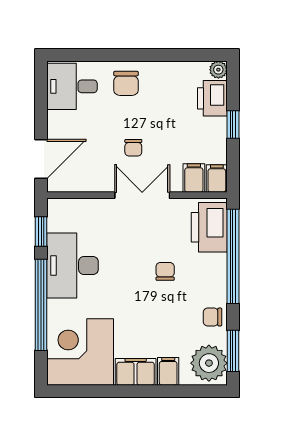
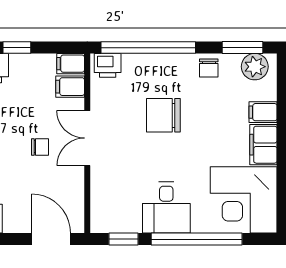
printer: (209, 227) -> (108, 65), width x0.53, depth x0.68
desk: (73, 266) -> (166, 208), width x0.73
chair: (165, 271) -> (163, 115), width x1.87, depth x1.87
plant: (209, 363) -> (255, 67), width x0.73, depth x0.73

